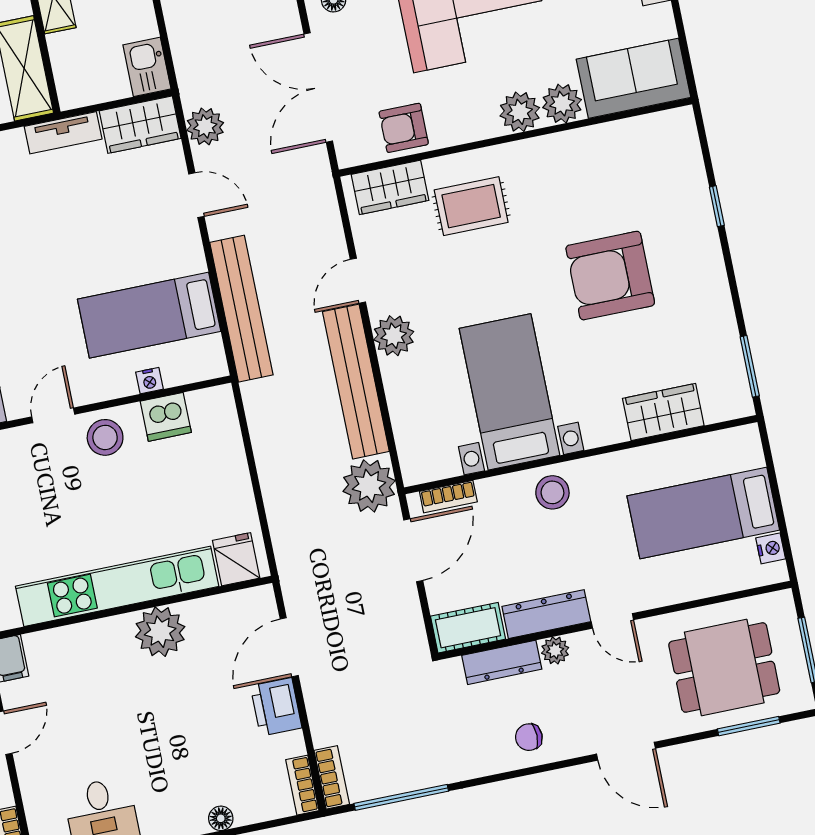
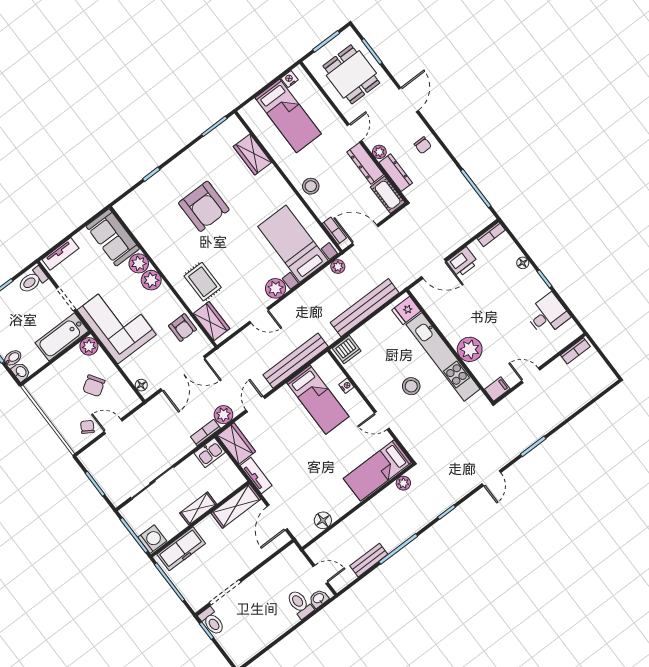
bench: (356, 382) -> (365, 308), moved
bed with nightstands: (509, 392) -> (293, 244), moved, turned 90
dishwasher: (166, 417) -> (347, 350), moved, turned 90
stool: (105, 437) -> (411, 386), moved
plant: (369, 486) -> (338, 267), width x0.53, depth x0.53
plant: (160, 632) -> (470, 349), moved
bookcase: (332, 777) -> (206, 432), moved

